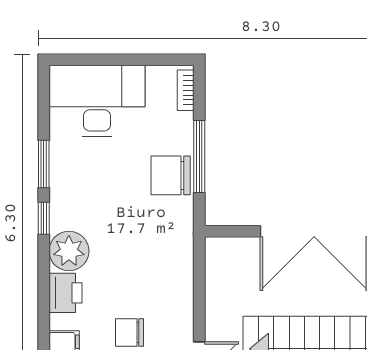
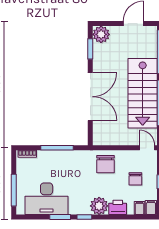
window: (104, 60) -> (14, 190), added
desk: (97, 101) -> (47, 199), moved, turned -90
chair: (171, 175) -> (105, 164), moved

